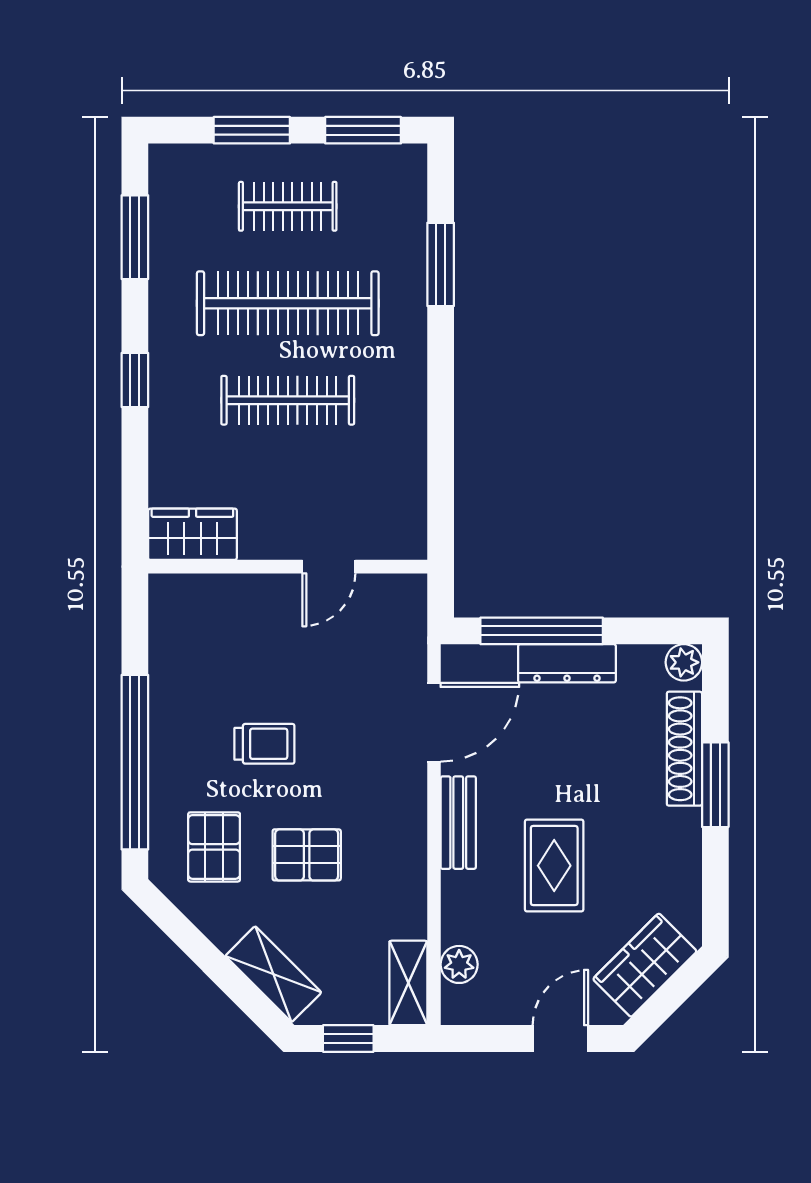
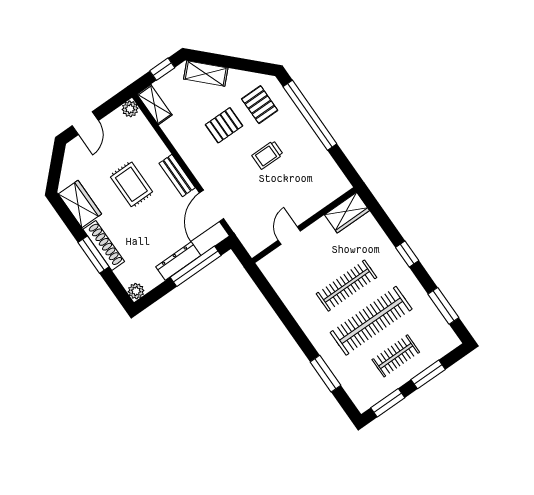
shoe rack: (684, 749) -> (104, 245), moved
plant: (459, 964) -> (130, 109), moved
wardrobe: (645, 965) -> (80, 204), moved, turned -45

